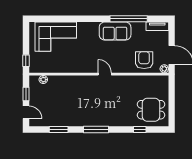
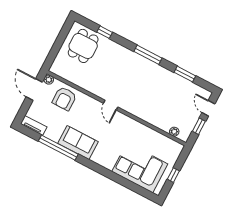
window: (26, 61) -> (173, 175), moved
dining table: (151, 110) -> (83, 46), turned 90

